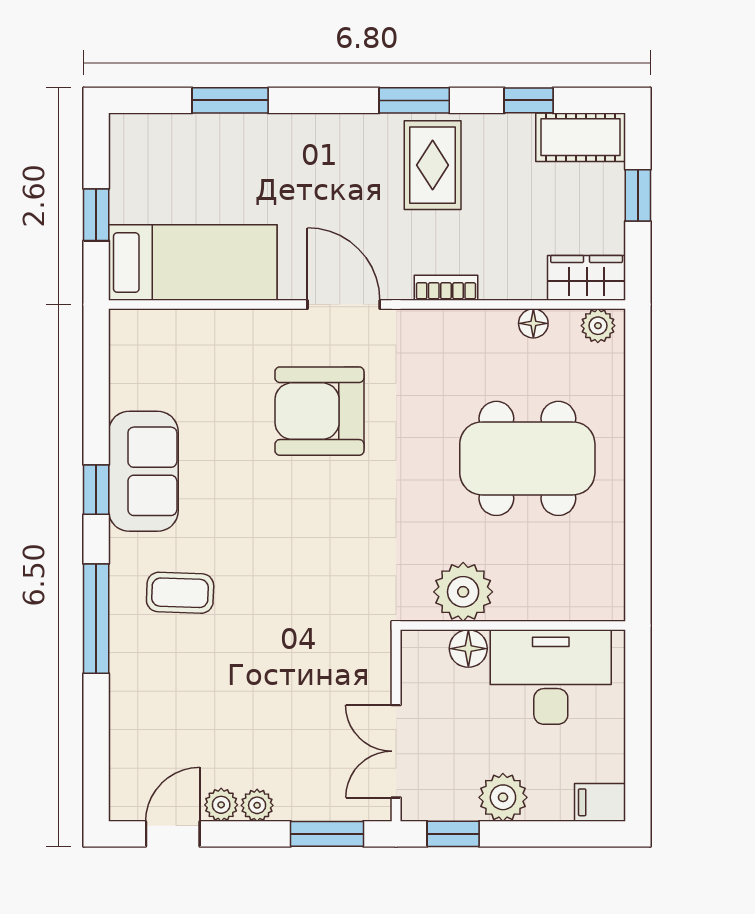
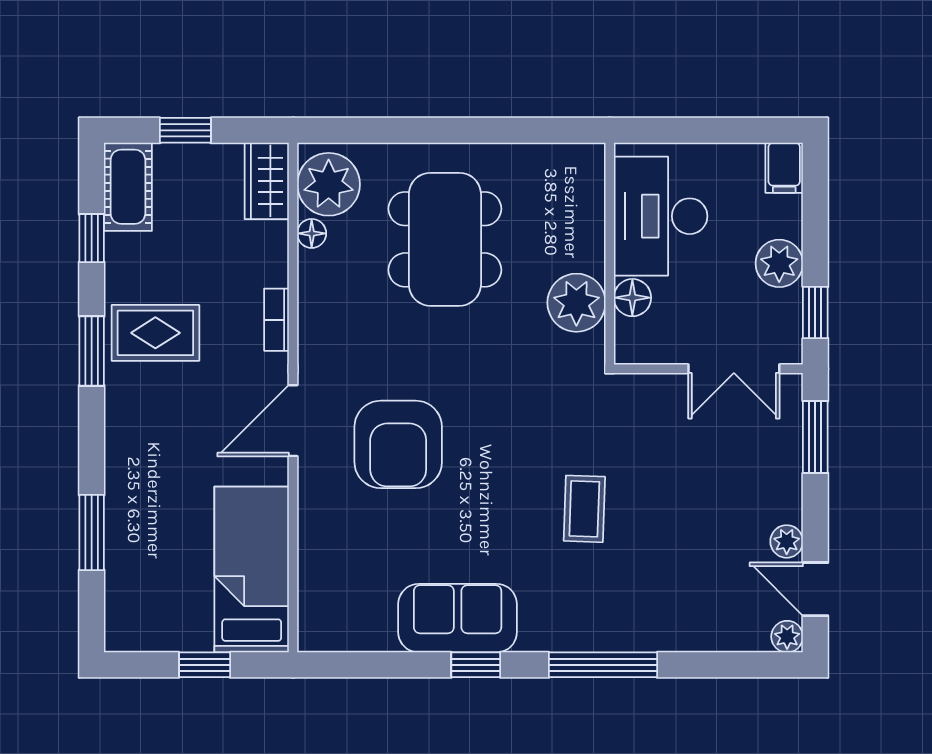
plant: (598, 326) -> (329, 184), width x1.88, depth x1.88
coffee table: (180, 593) -> (584, 509), moved
plant: (257, 805) -> (787, 637), moved

